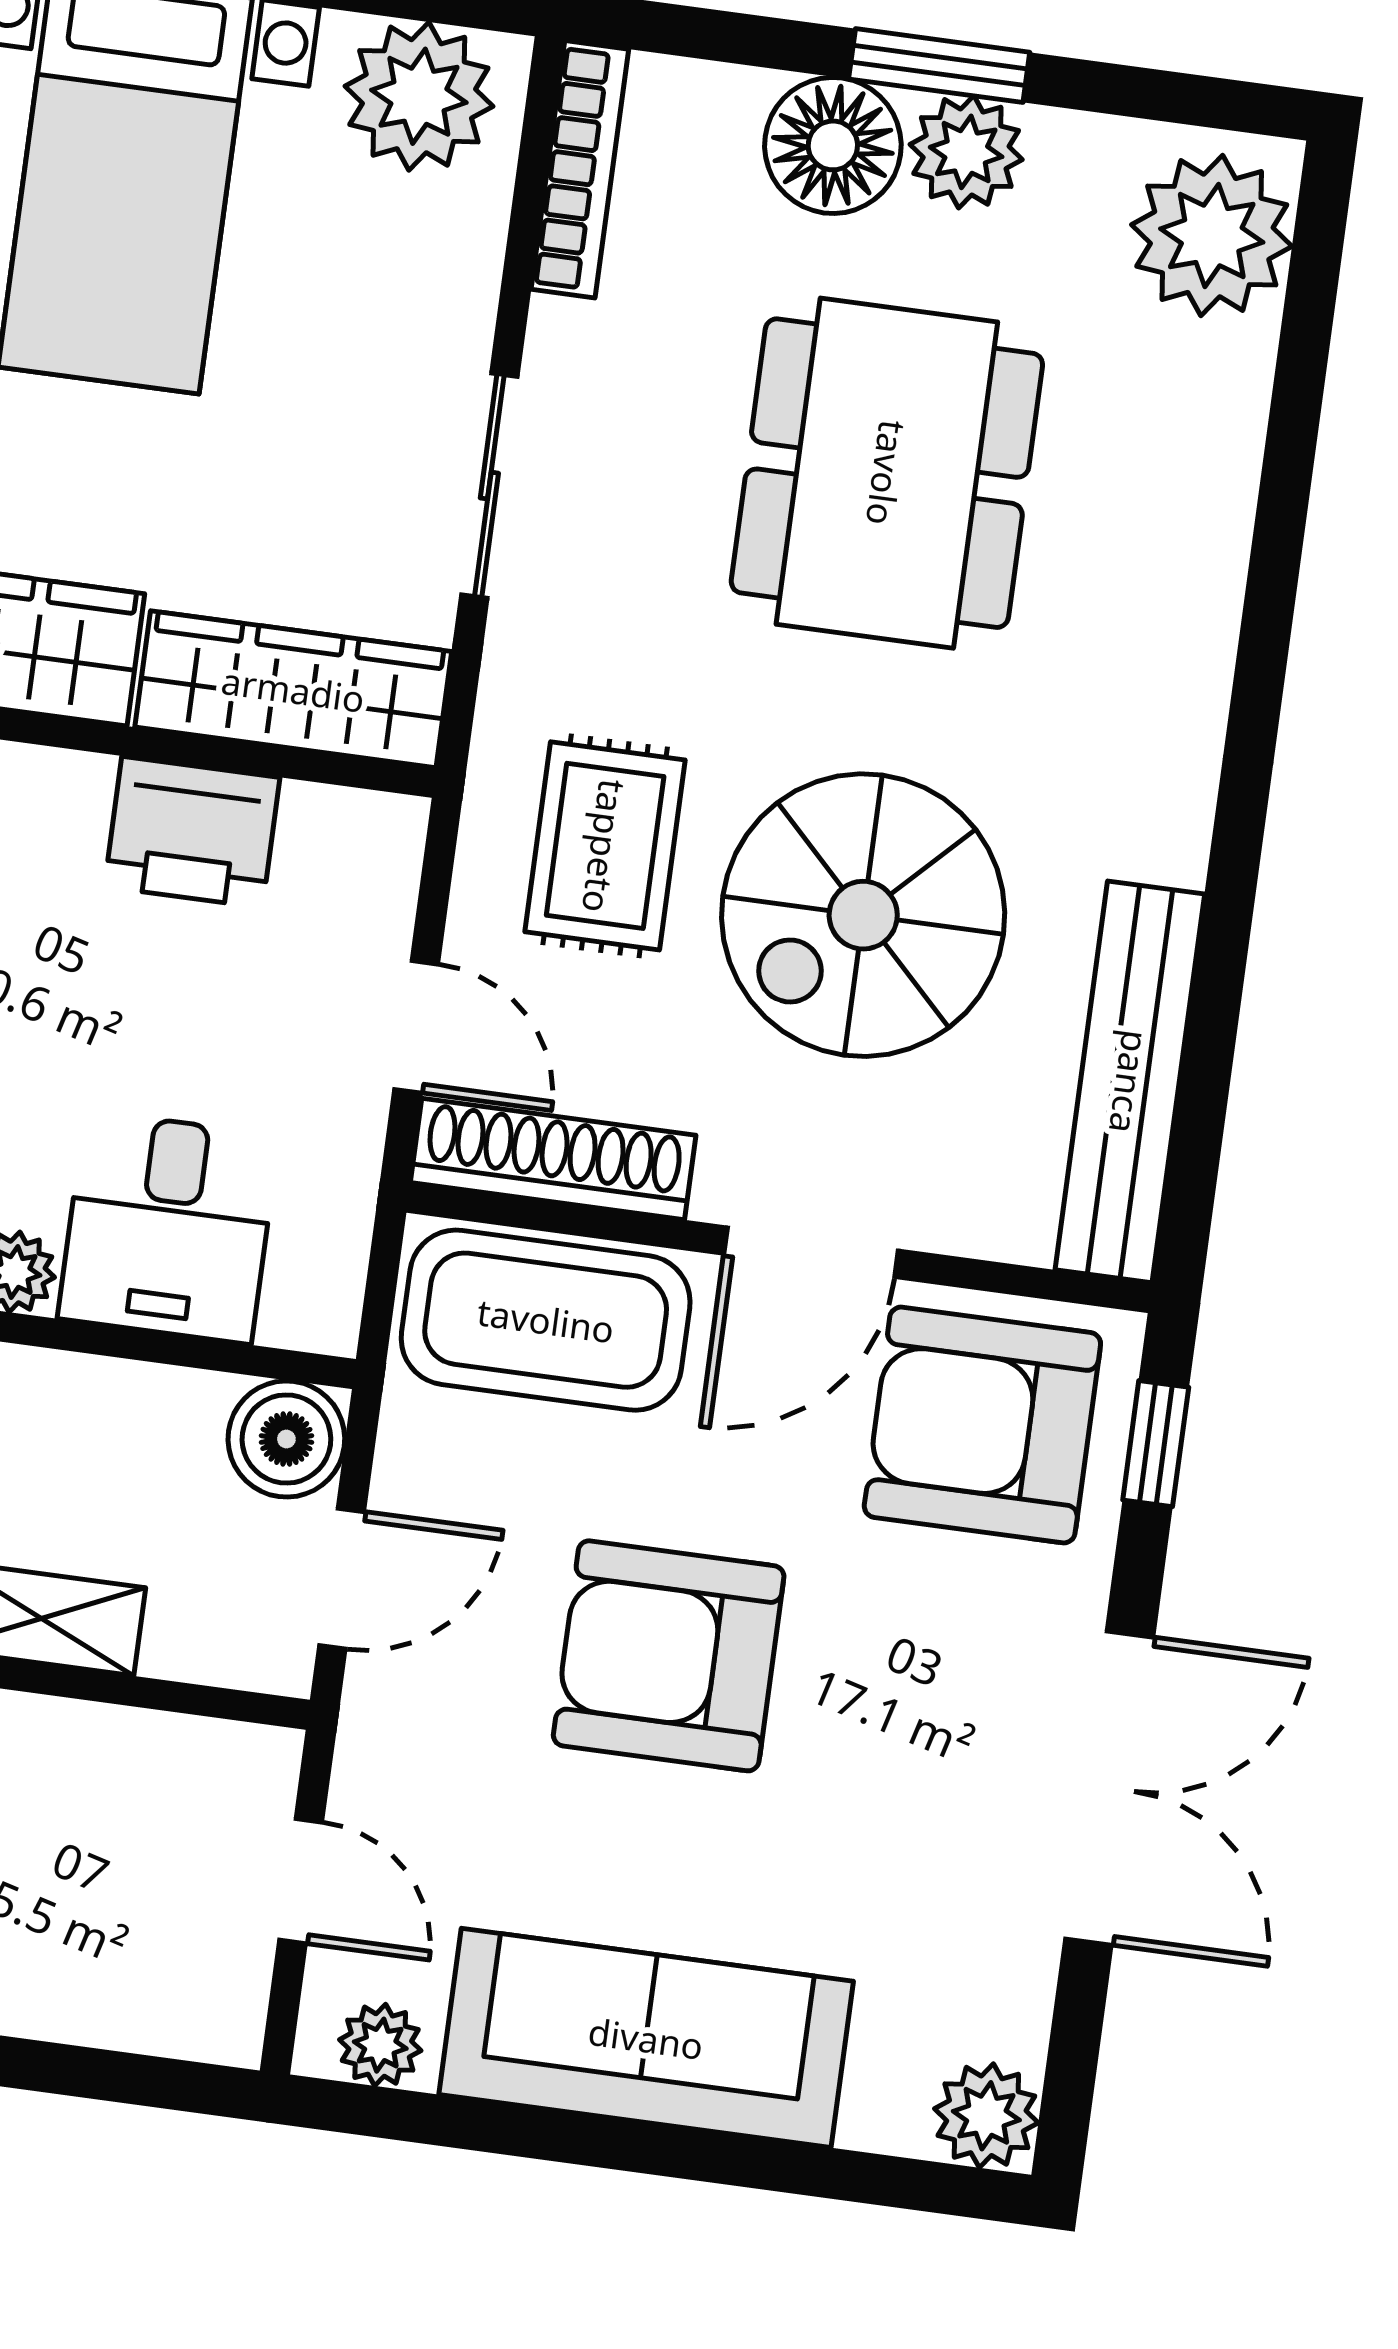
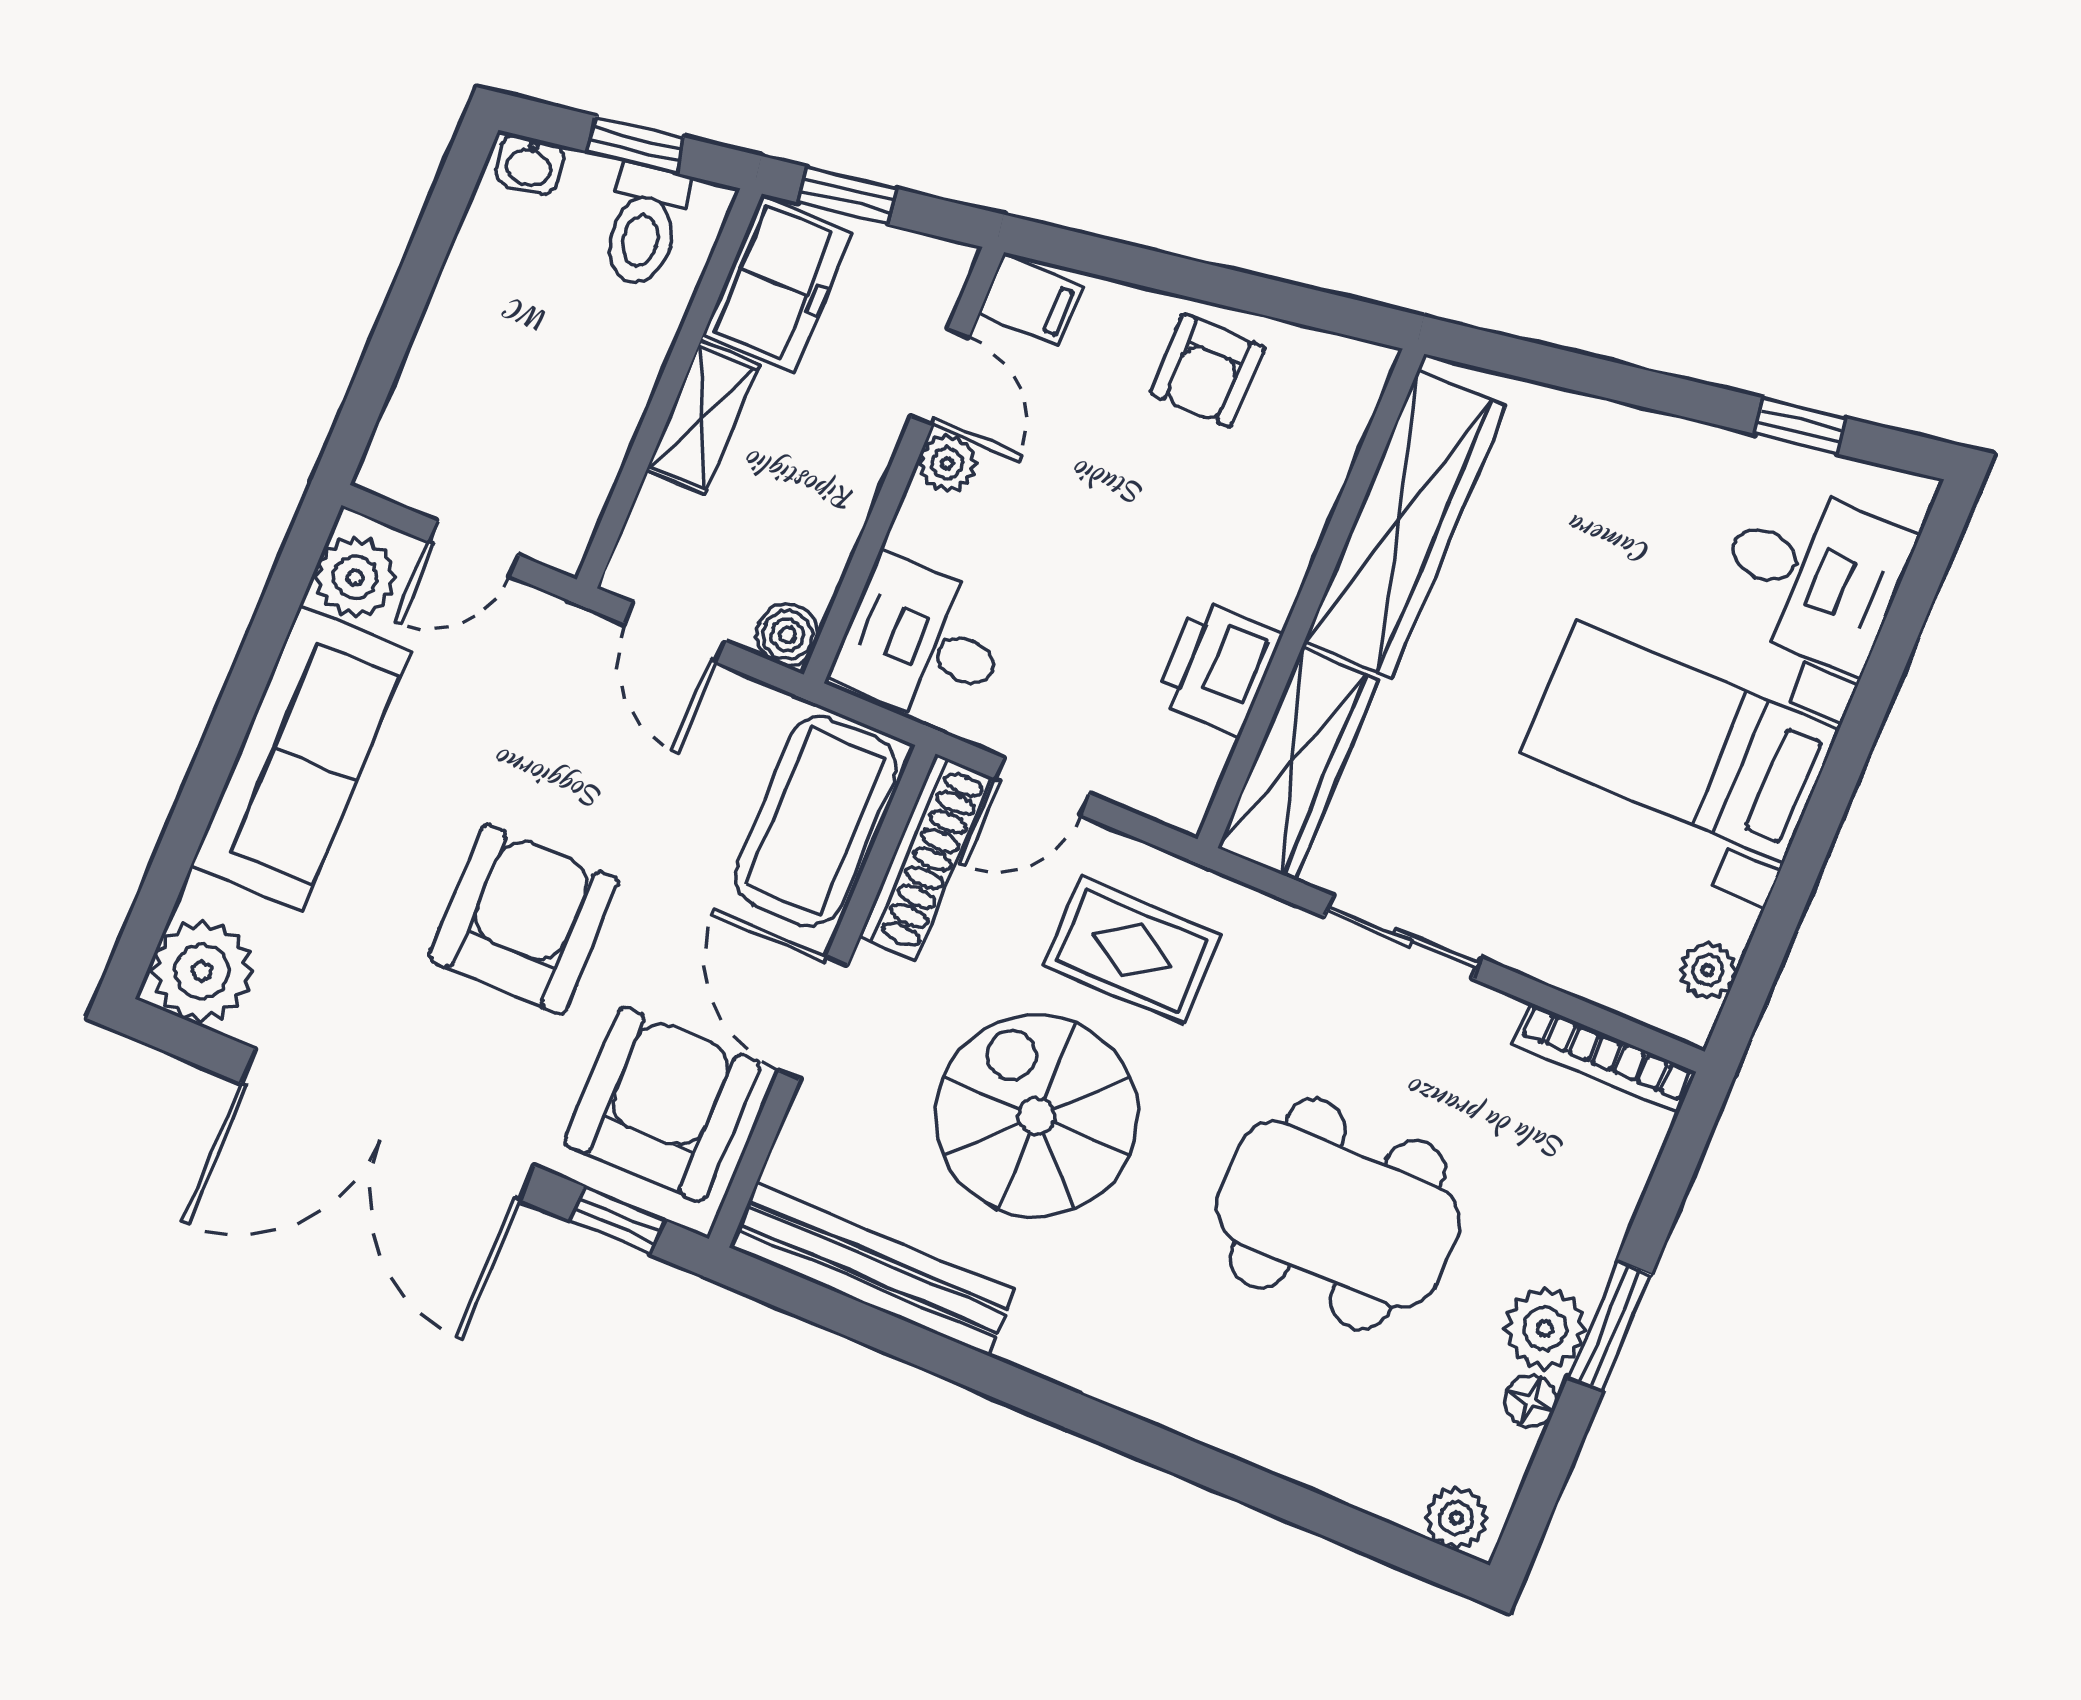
plant: (419, 96) -> (1708, 970), width x0.53, depth x0.53
floor lamp: (833, 145) -> (1531, 1401), moved, width x0.53, depth x0.53
plant: (1212, 235) -> (1456, 1518), width x0.53, depth x0.53
desk: (168, 1227) -> (923, 643), moved
boiler: (286, 1439) -> (787, 635), width x0.73, depth x0.73
armchair: (669, 1656) -> (524, 919), moved
double door: (1109, 1788) -> (388, 1124), width x1.36
plant: (380, 2045) -> (355, 577), width x1.38, depth x1.38
plant: (986, 2116) -> (202, 971), width x1.36, depth x1.36

